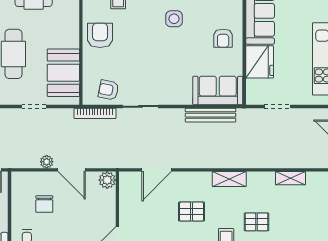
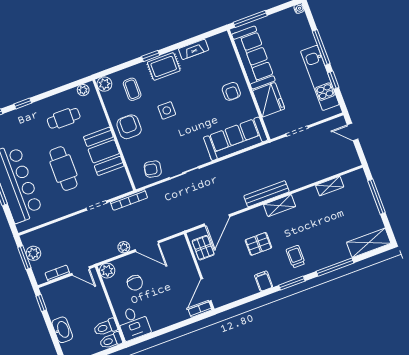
side table: (174, 19) -> (167, 110), moved
booth: (63, 73) -> (104, 151), moved
sofa: (218, 90) -> (236, 139), width x1.36
bookcase: (95, 113) -> (129, 200), moved
bench: (211, 115) -> (266, 194), moved
plant: (107, 180) -> (107, 271), moved
pallet: (256, 222) -> (203, 248), moved, turned 90

